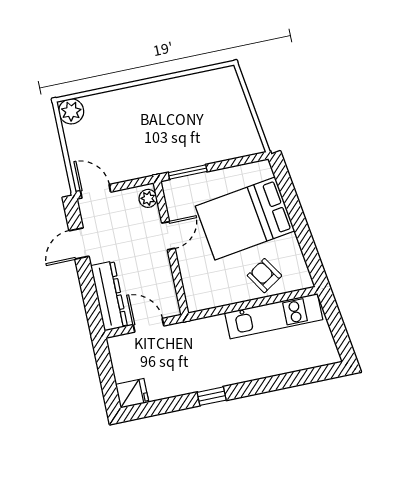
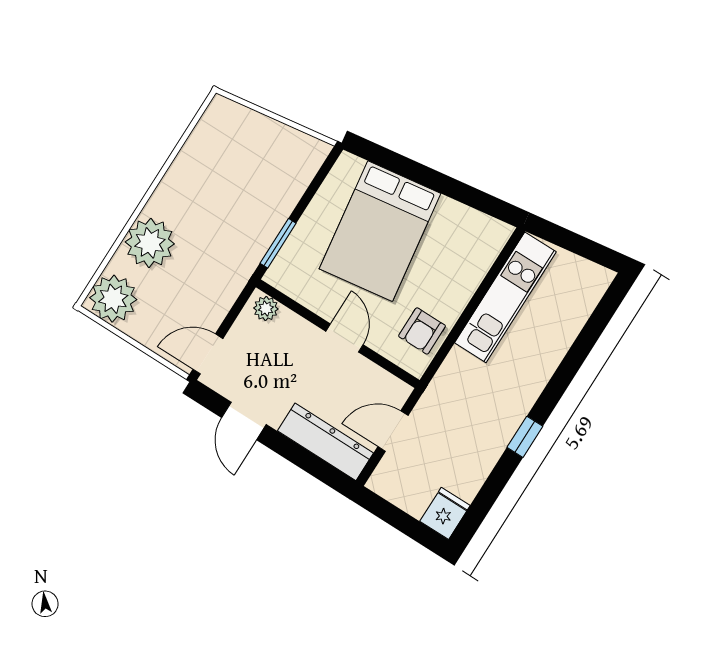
plant: (124, 106) -> (150, 243), added
plant: (71, 111) -> (113, 299), width x1.36, depth x1.36
door: (168, 236) -> (344, 338), moved
armchair: (264, 276) -> (422, 331), moved, turned -57

